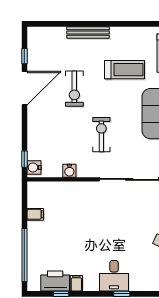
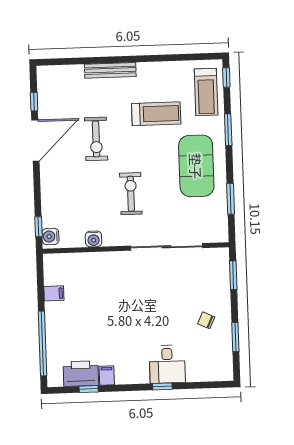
desk: (114, 276) -> (167, 364), moved

